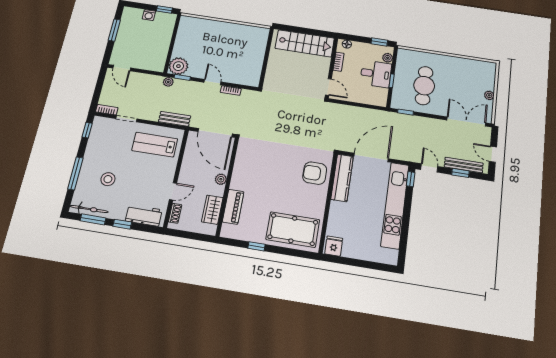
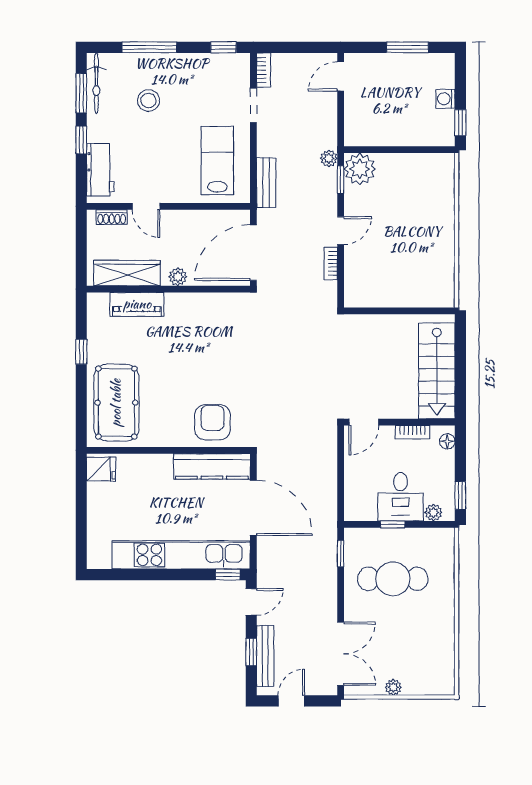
wardrobe: (212, 210) -> (127, 273), width x1.50

